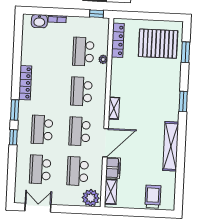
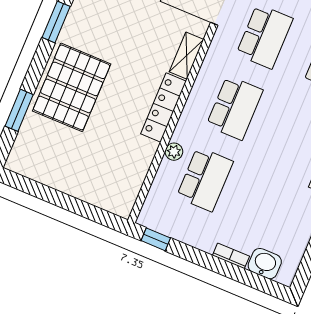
locker: (118, 40) -> (164, 107), moved
pallet: (158, 44) -> (72, 87), moved, turned 90

